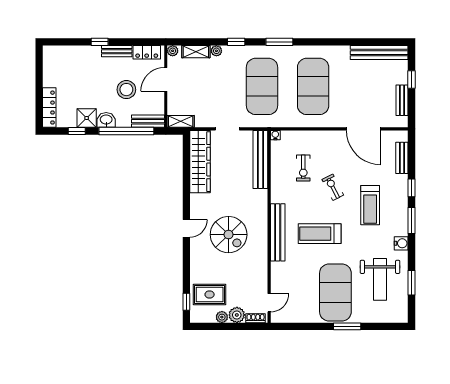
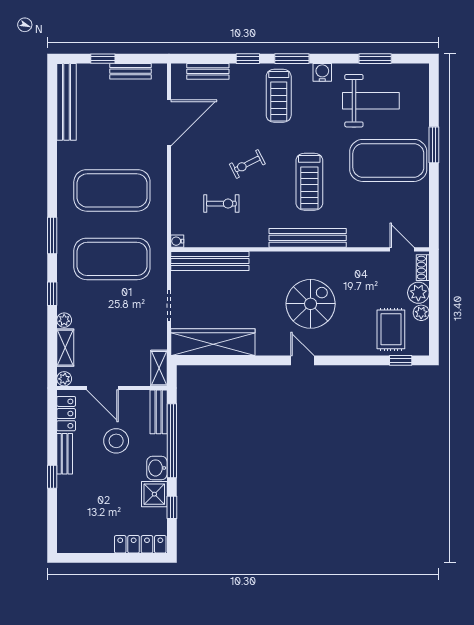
treadmill: (370, 205) -> (279, 96), moved, turned 90

